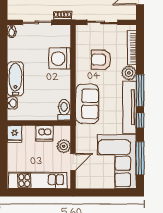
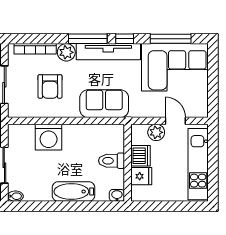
washbasin: (12, 103) -> (117, 195), moved
toilet: (64, 110) -> (112, 161), moved
fridge: (14, 134) -> (141, 176), moved

